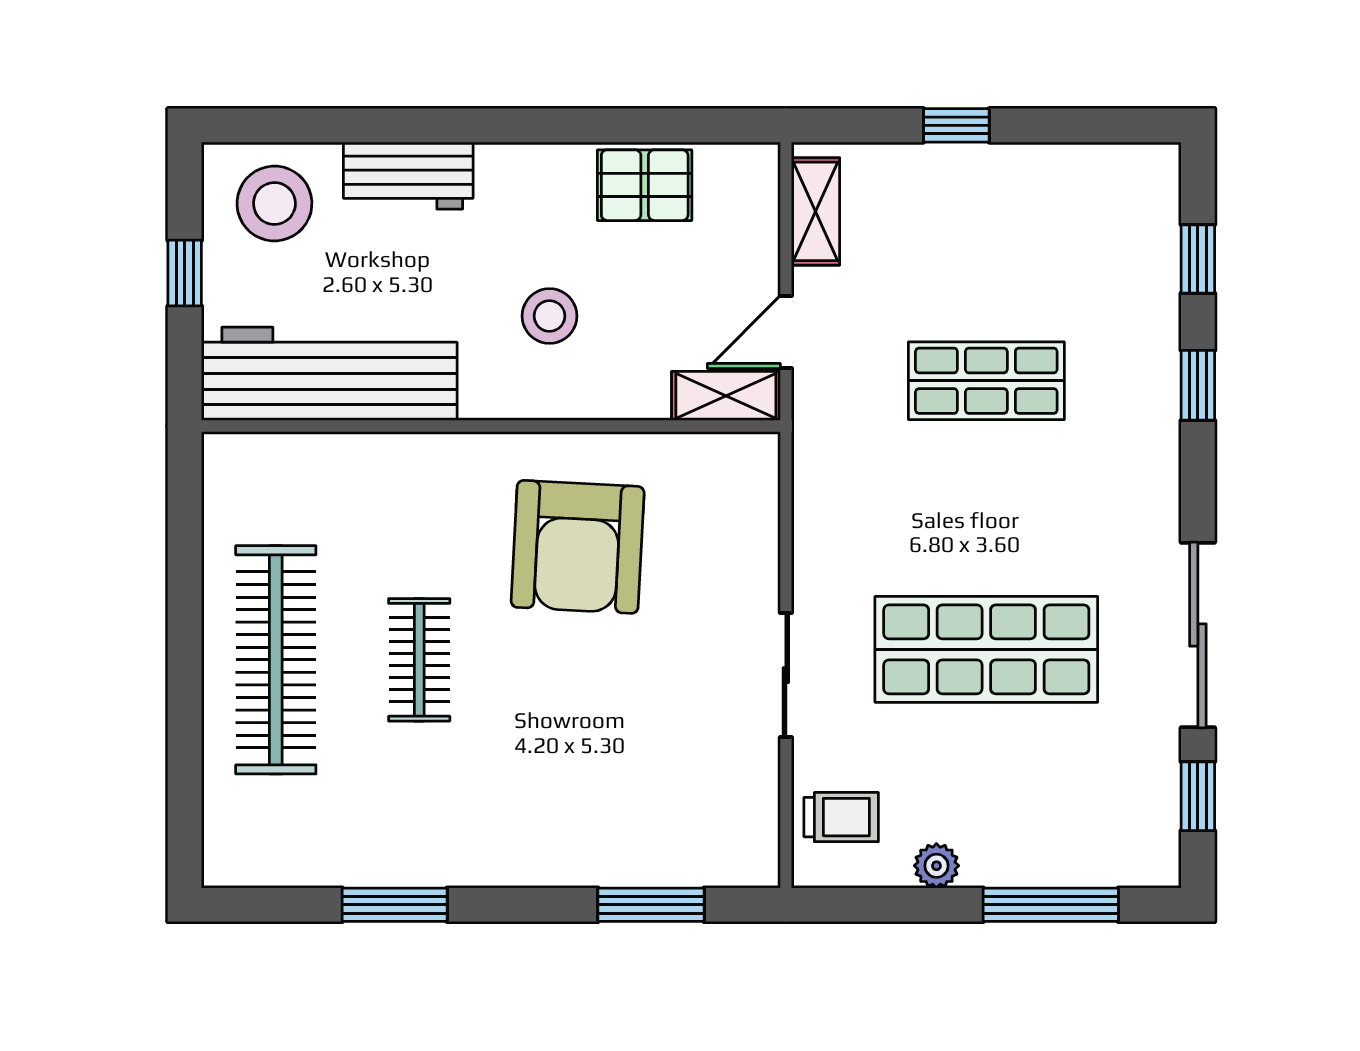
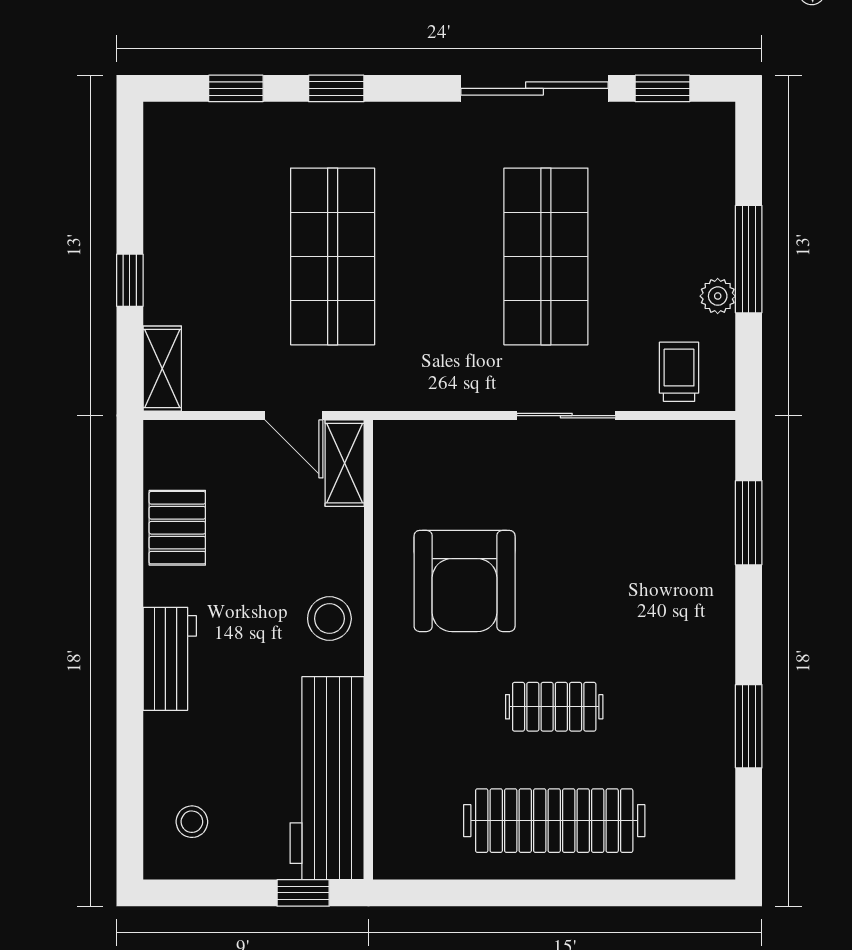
workbench: (408, 176) -> (170, 659), moved
stool: (274, 204) -> (192, 822), width x0.53, depth x0.53
shelving: (816, 211) -> (162, 369), moved, turned 90
window: (185, 273) -> (303, 893), moved
stool: (549, 316) -> (329, 619), moved
shop shelf: (986, 381) -> (333, 256), width x1.43, depth x1.36
armchair: (578, 547) -> (465, 581), turned 87
window: (1051, 905) -> (749, 259), moved

